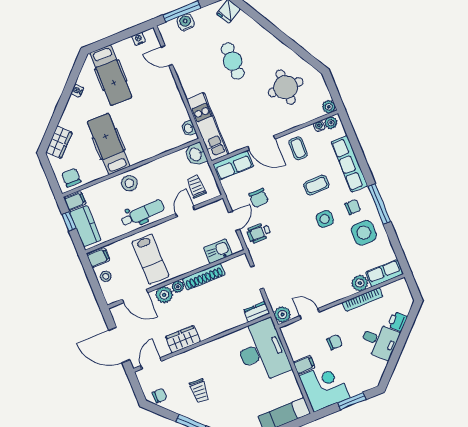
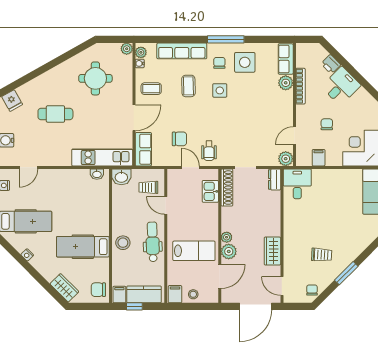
shoe rack: (204, 277) -> (227, 188), moved
desk: (262, 351) -> (297, 184), width x0.53, depth x0.77
filing cabinet: (304, 365) -> (319, 158), moved

